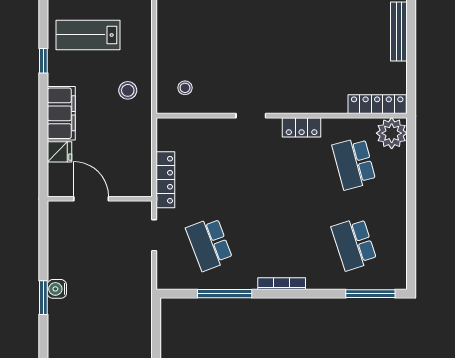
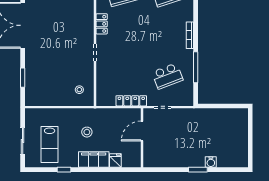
stool: (128, 90) -> (87, 132), moved
door: (91, 199) -> (142, 131), moved
water cooler: (57, 289) -> (211, 162), moved

